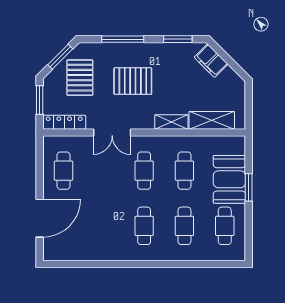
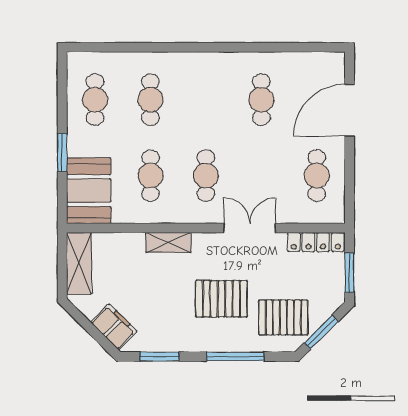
pallet: (80, 78) -> (283, 317), moved, turned 90
shelving: (212, 120) -> (79, 263), moved, turned 90
booth: (229, 179) -> (89, 191), moved
cafe table: (144, 226) -> (261, 100), moved

